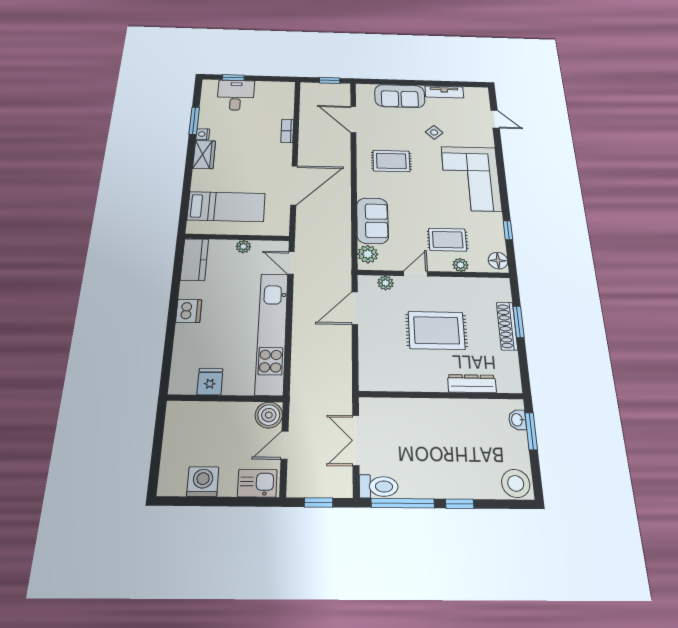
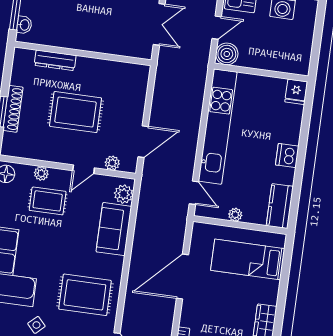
rug: (391, 161) -> (85, 295), width x1.36, depth x1.43
fridge: (210, 382) -> (296, 92), moved

